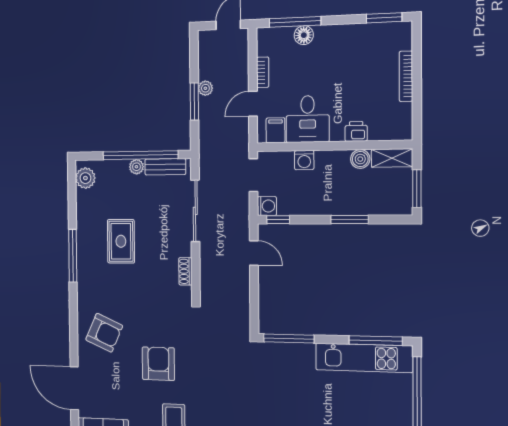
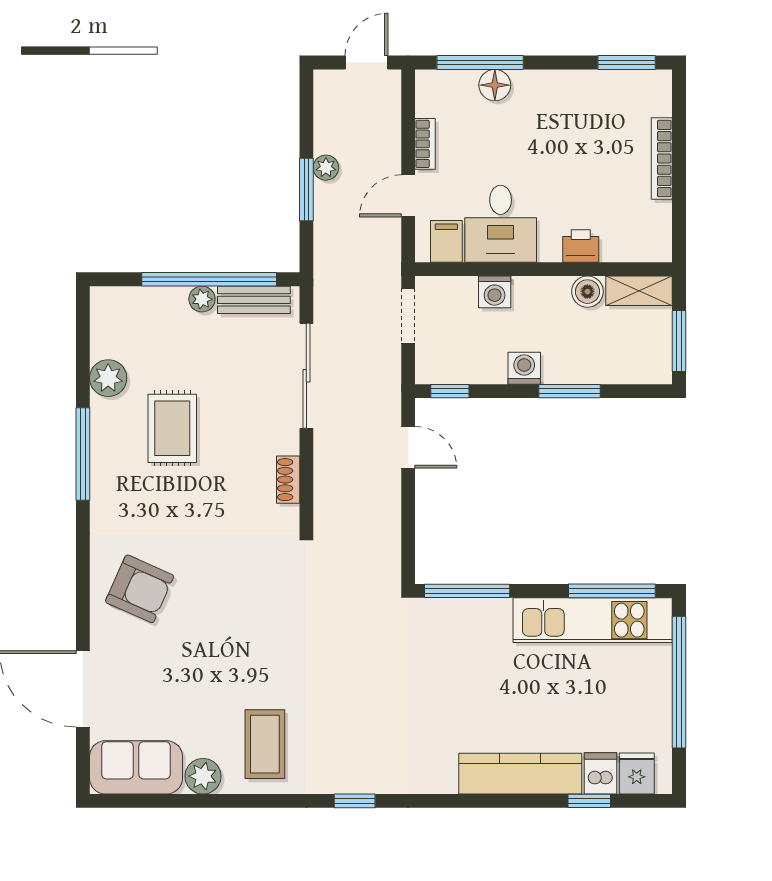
plant: (85, 178) -> (108, 378), moved
washing machine: (267, 206) -> (524, 368), moved, turned -90
armchair: (158, 364) -> (238, 640), removed

